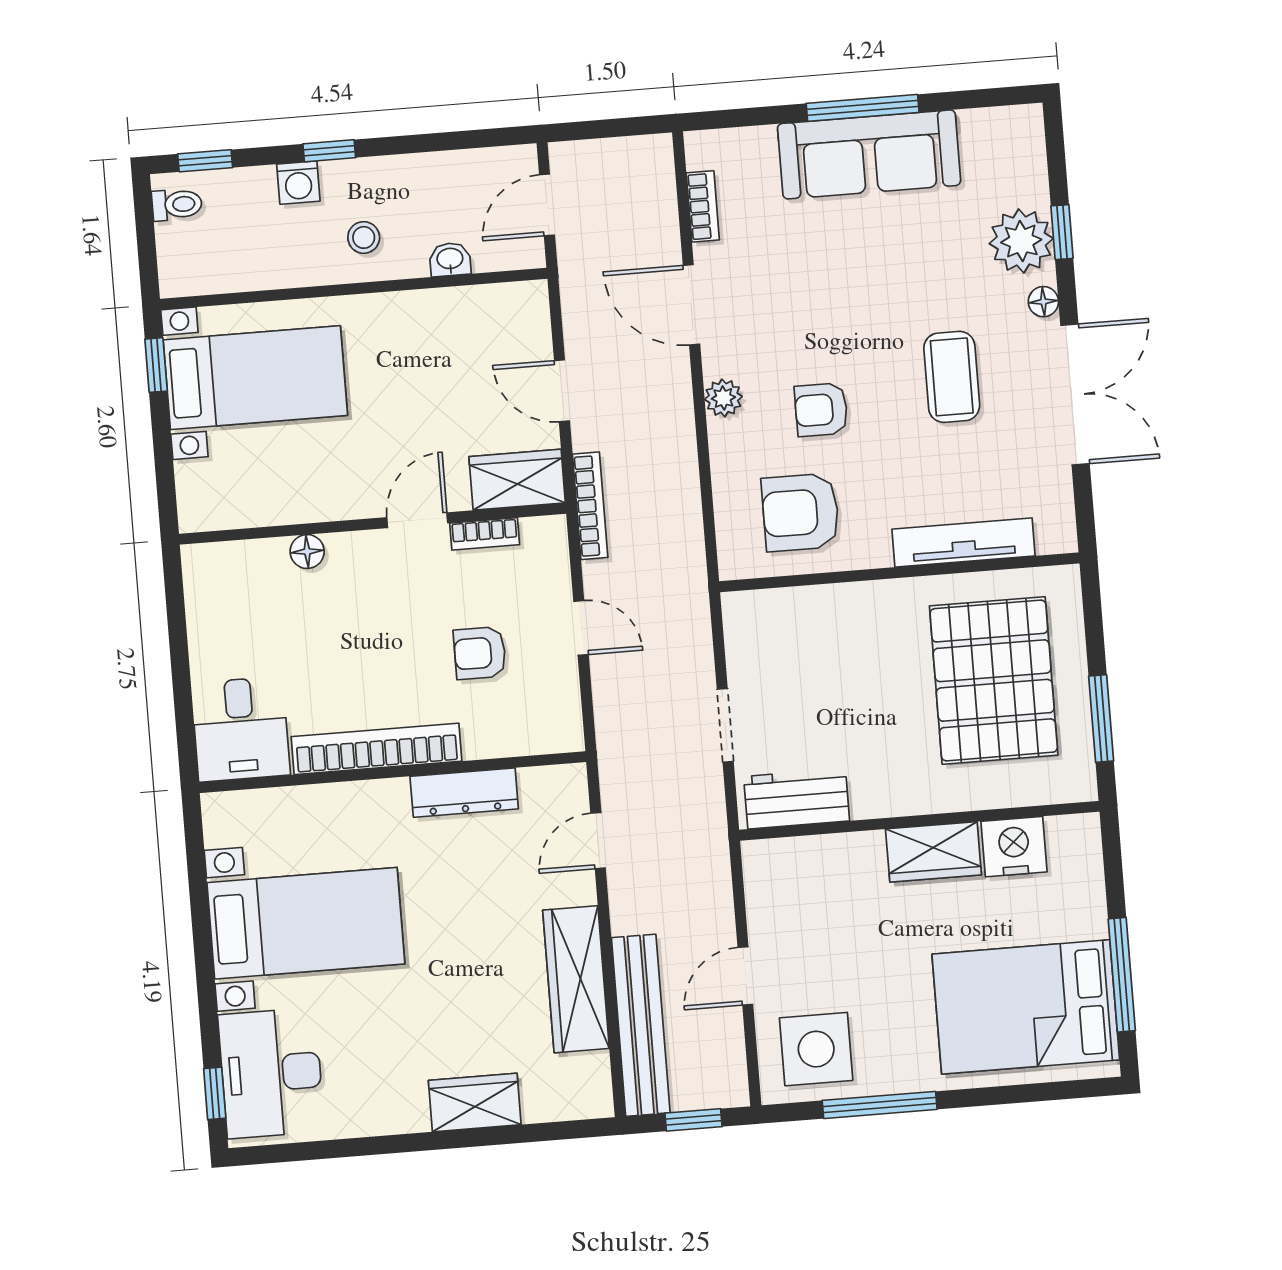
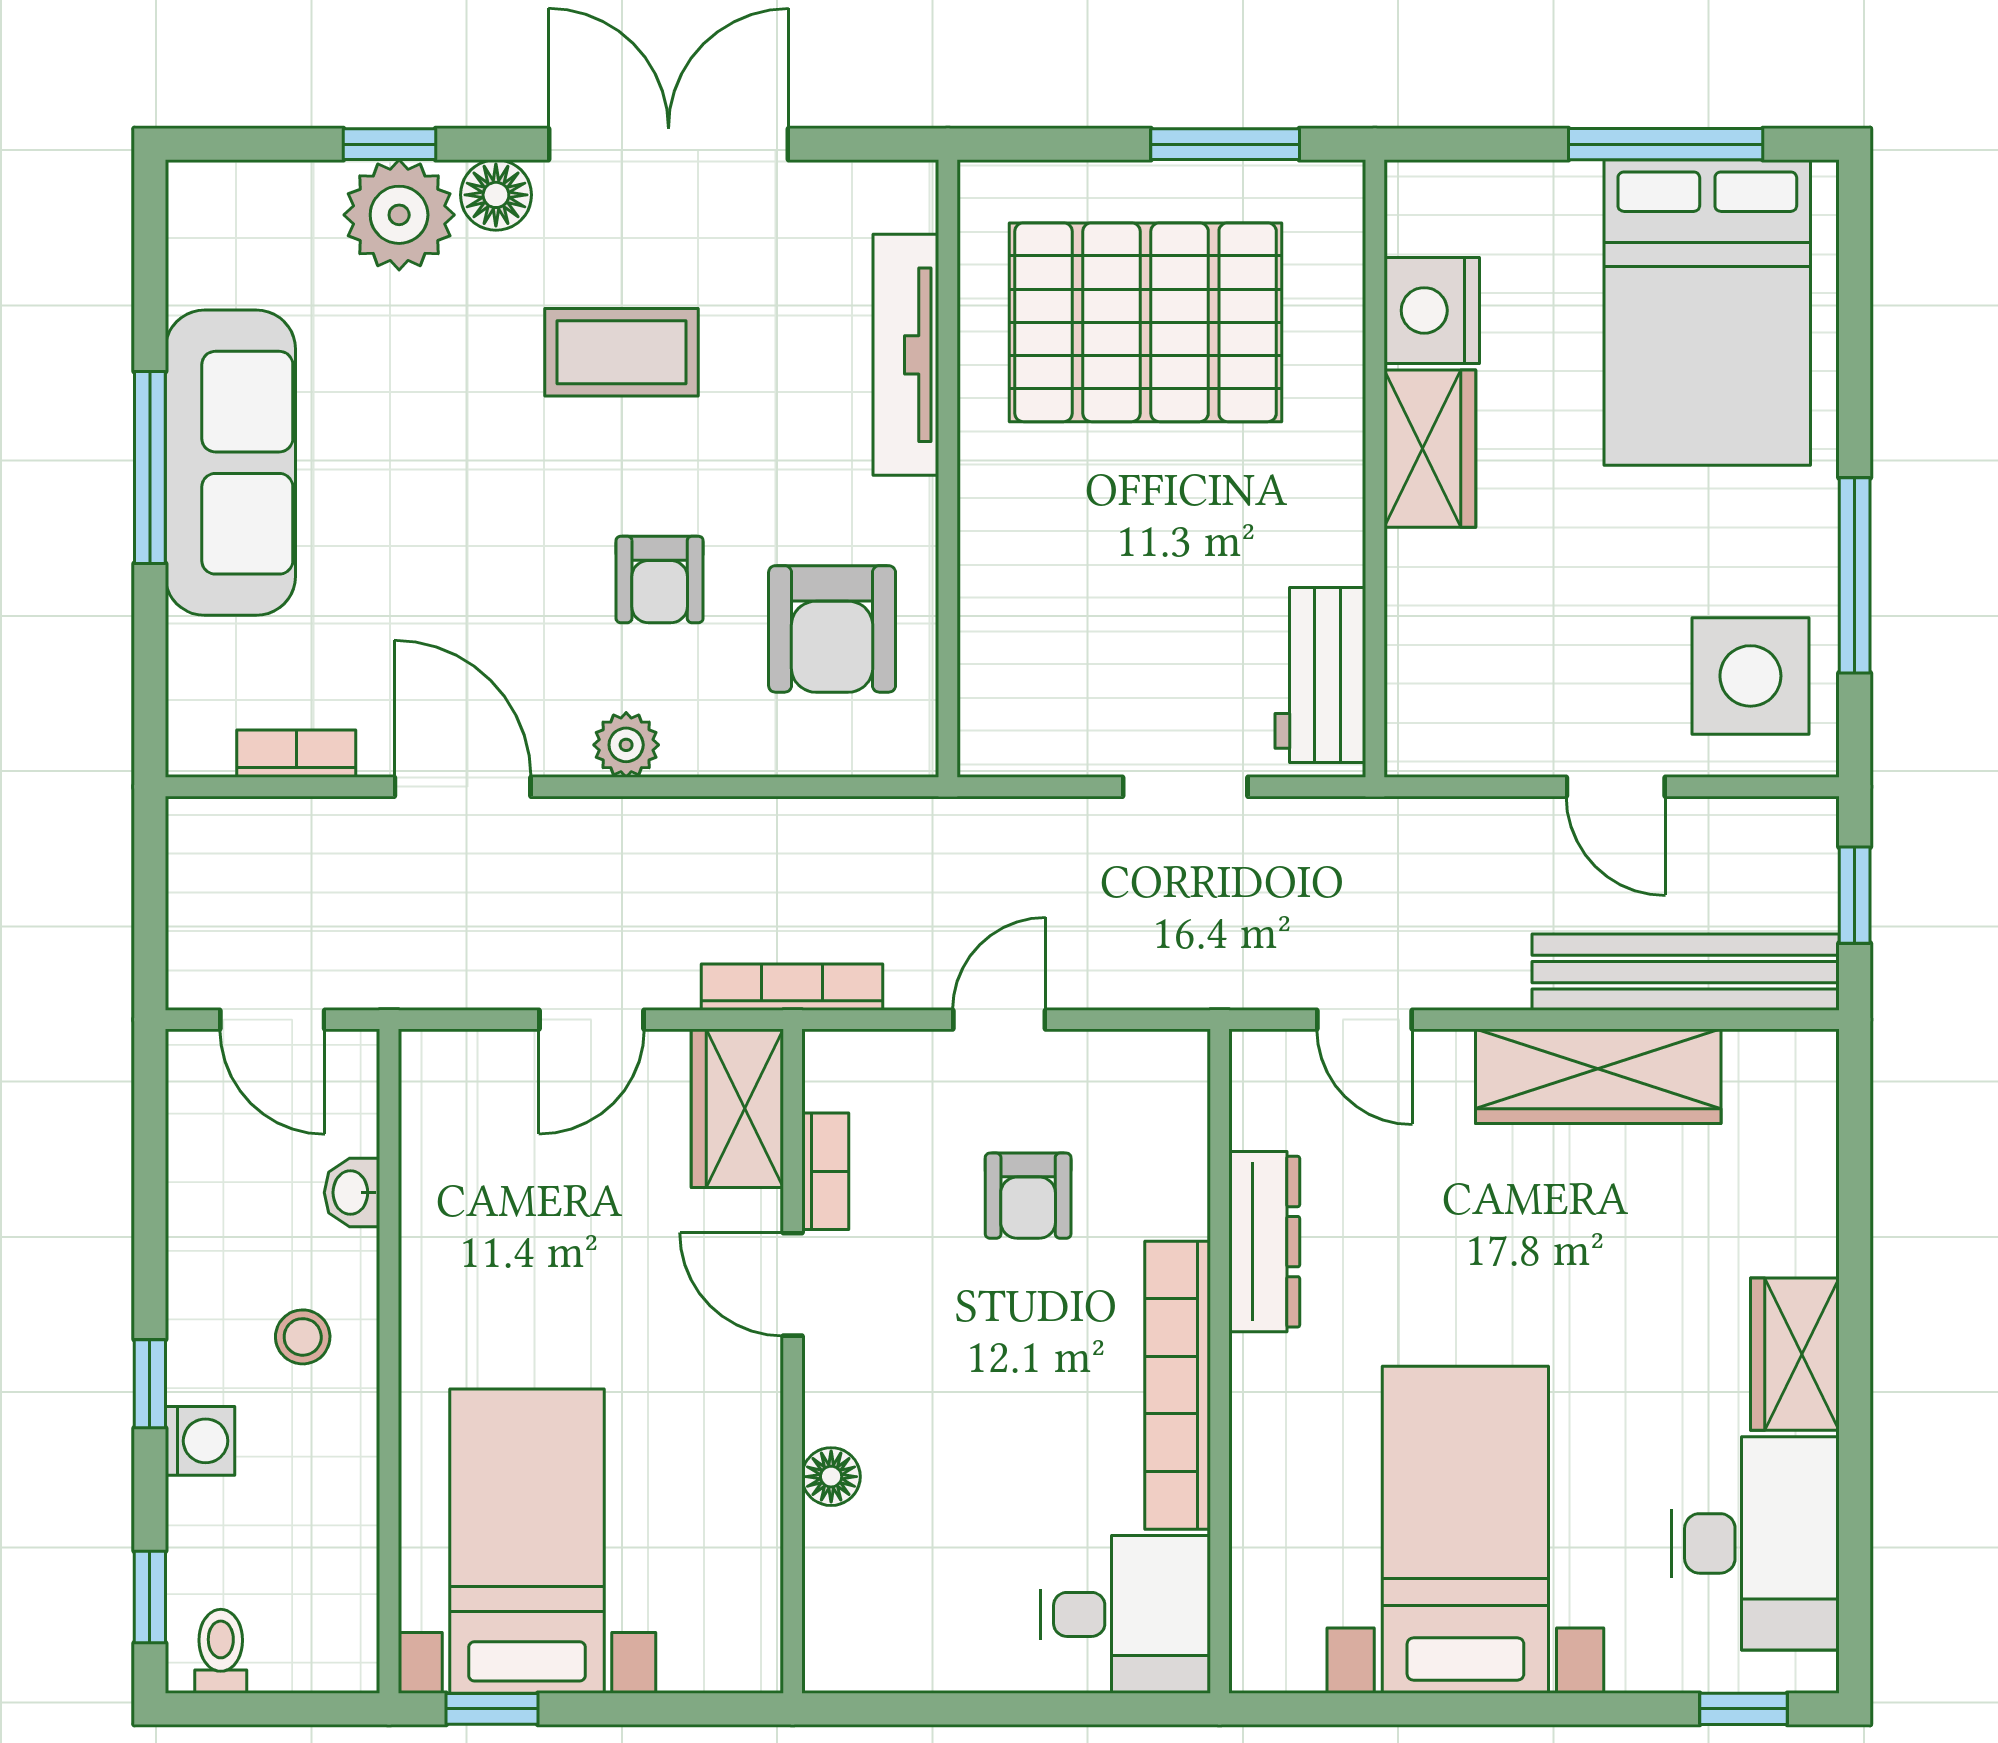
floor lamp: (1043, 302) -> (496, 195), width x1.37, depth x1.37
door: (691, 305) -> (463, 787), swing flipped
desk: (271, 1073) -> (1755, 1543), moved, turned -90
wardrobe: (475, 1103) -> (1795, 1354), moved

